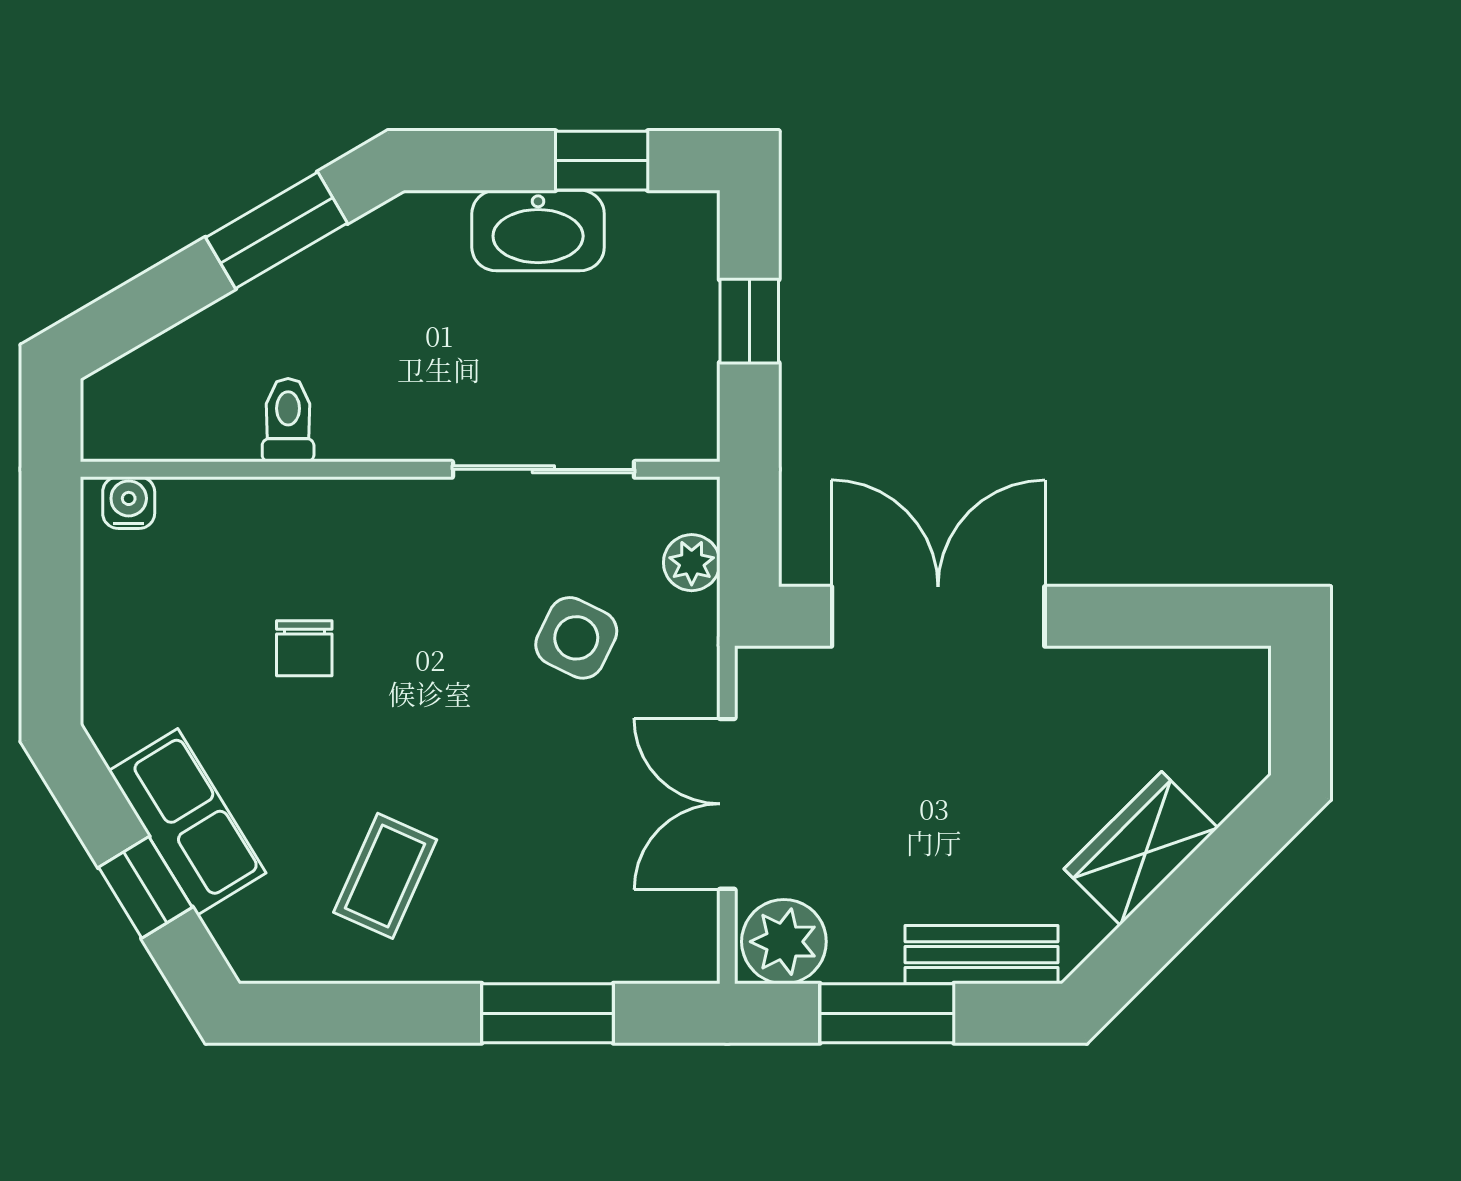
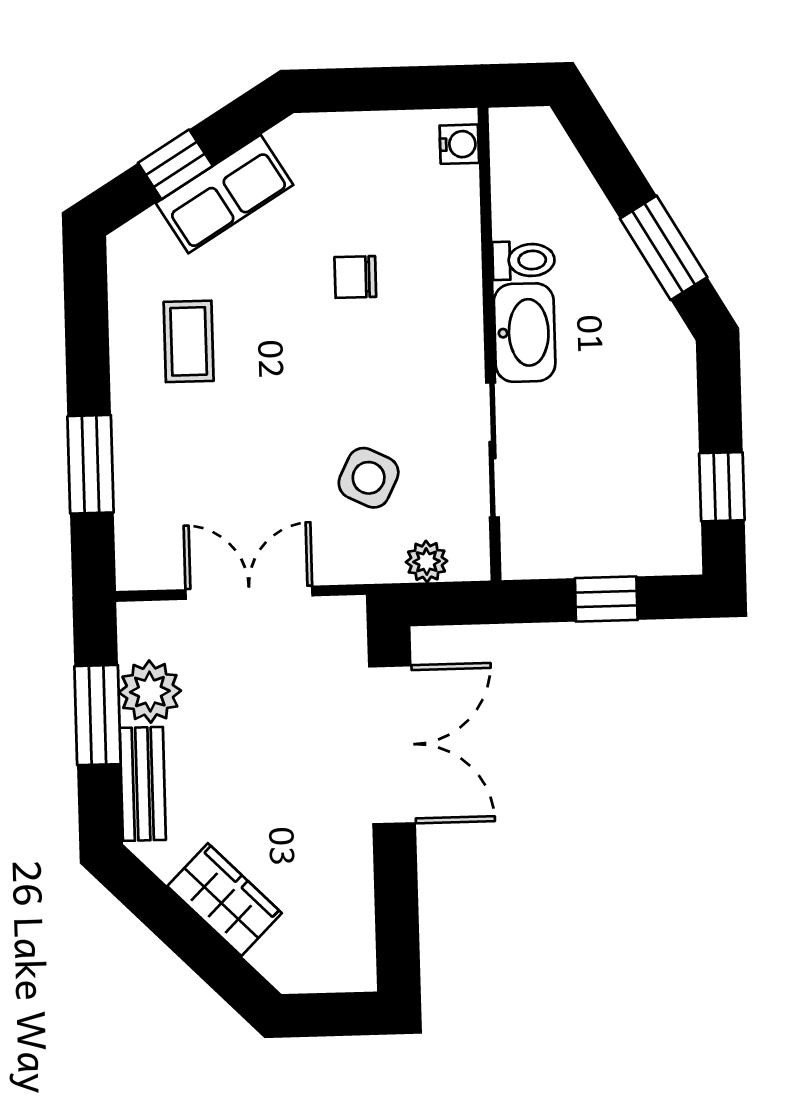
washbasin: (538, 230) -> (525, 333), moved, turned 180
coffee table: (385, 876) -> (189, 341), turned 66
plant: (784, 942) -> (150, 692), moved

